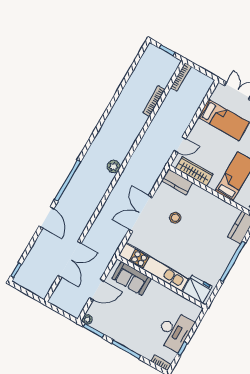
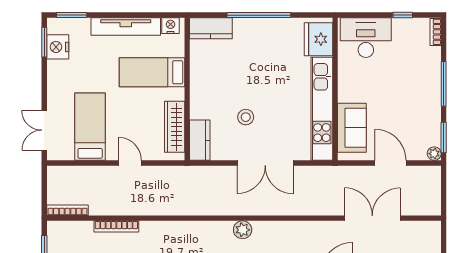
door: (180, 145) -> (130, 163), moved
plant: (114, 167) -> (243, 230), moved
desk: (174, 331) -> (366, 38), moved

